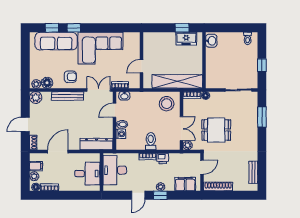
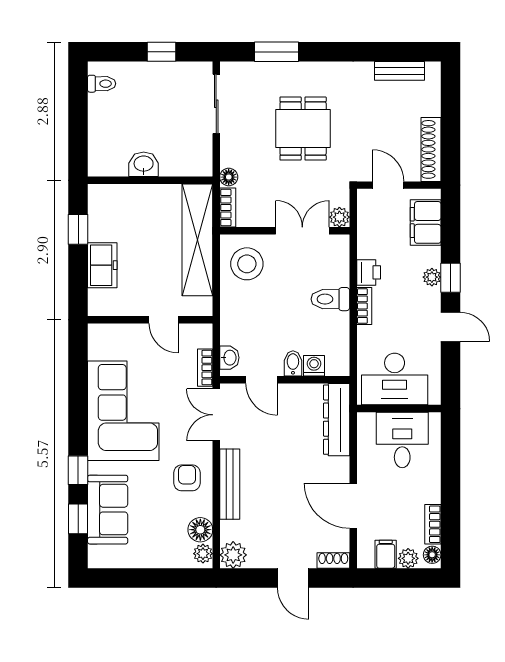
freezer: (186, 39) -> (102, 265), moved
sofa: (56, 41) -> (108, 510), width x0.73
washbasin: (211, 41) -> (144, 164), moved
dining table: (216, 130) -> (303, 129), moved

